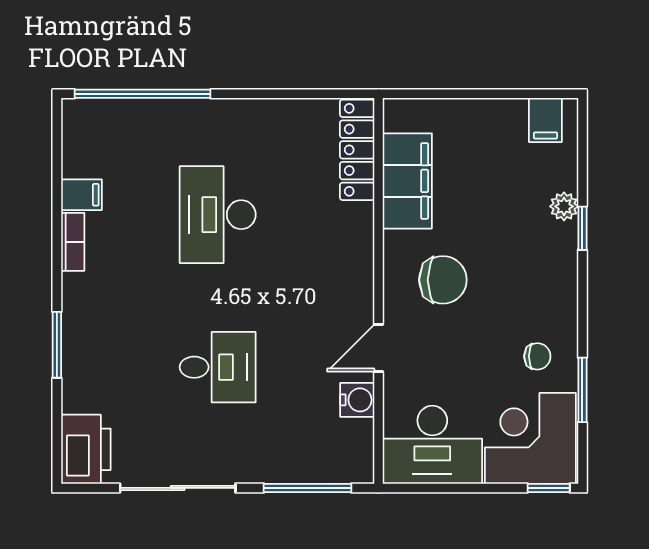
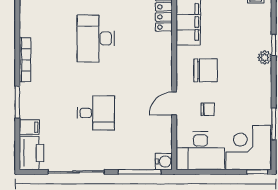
filing cabinet: (81, 195) -> (29, 127), moved
plant: (564, 206) -> (265, 57), moved
bookcase: (73, 242) -> (25, 60), width x1.56
chair: (537, 356) -> (208, 109), moved
water cooler: (357, 400) -> (164, 161), moved

